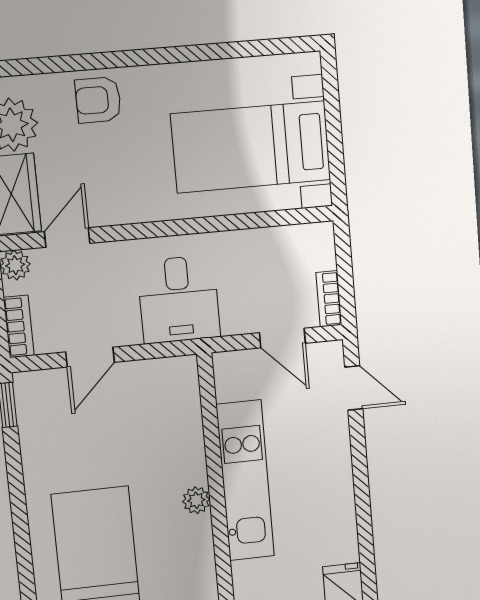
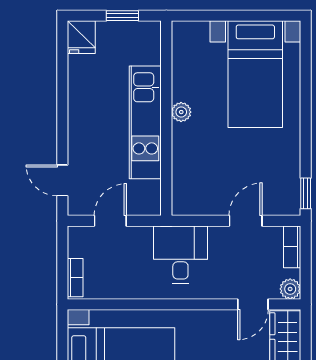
bookcase: (329, 299) -> (75, 278), moved
door: (282, 338) -> (110, 221), hinge flipped

